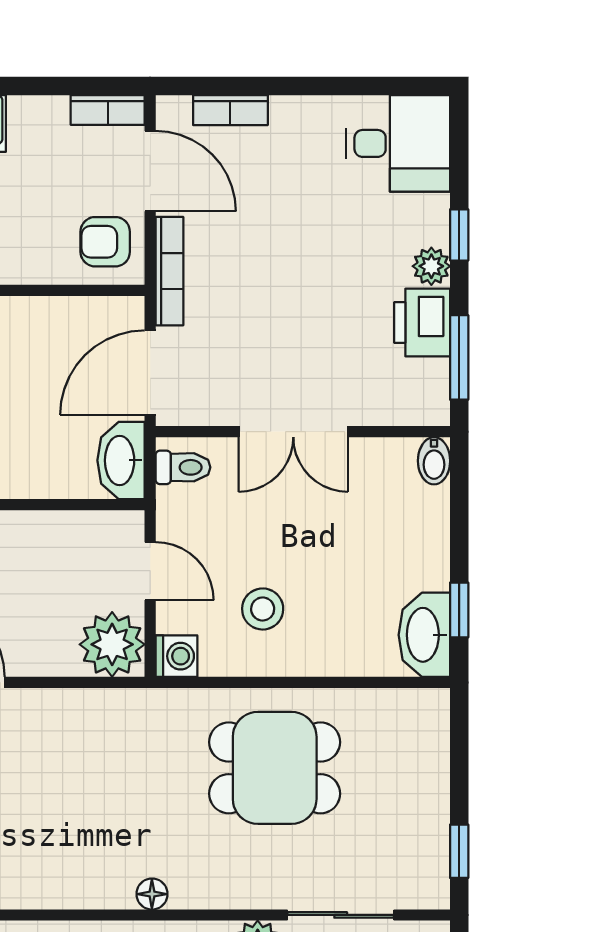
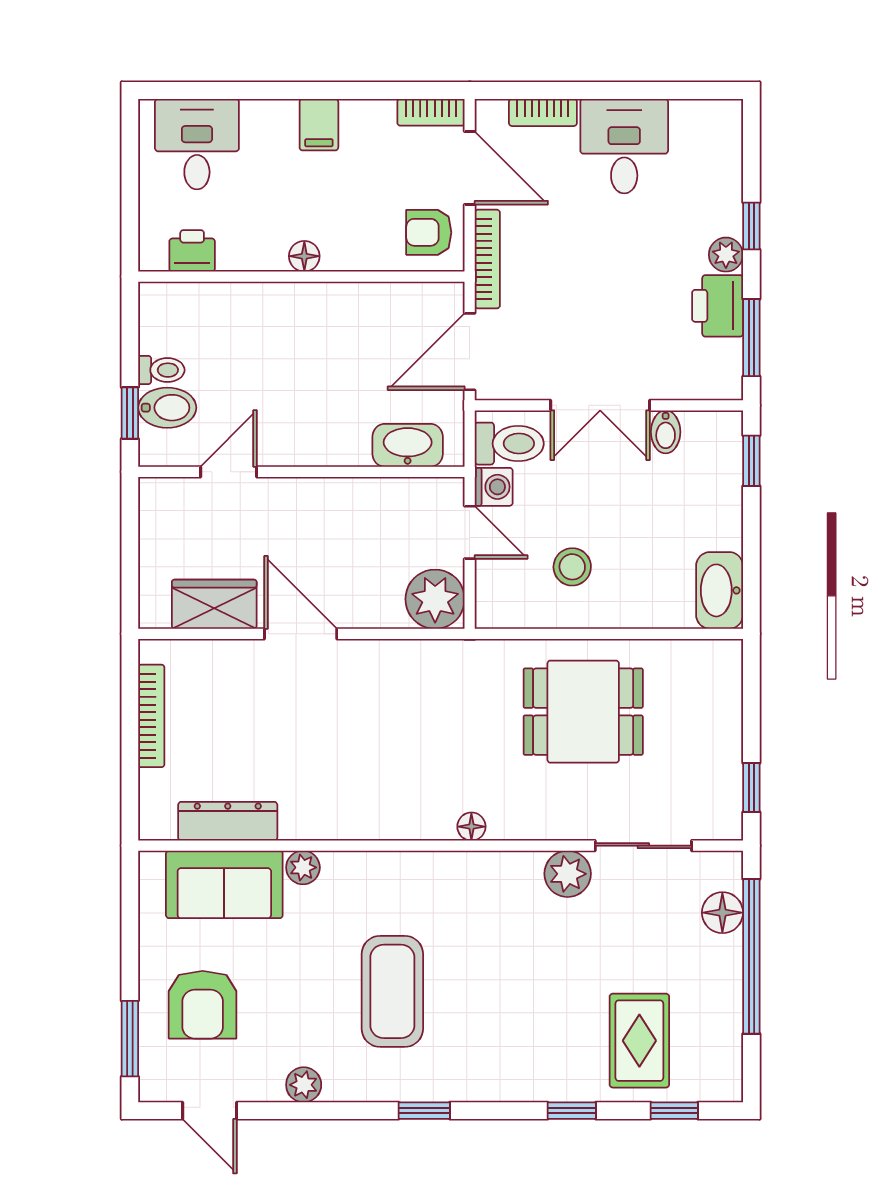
desk: (398, 143) -> (624, 146), moved, turned -90
washbasin: (121, 460) -> (408, 445), moved, turned 90
bidet: (434, 461) -> (666, 432), moved
toilet: (183, 467) -> (509, 444), width x1.37, depth x1.39
window: (459, 610) -> (751, 461), moved
washing machine: (176, 656) -> (494, 487), moved

